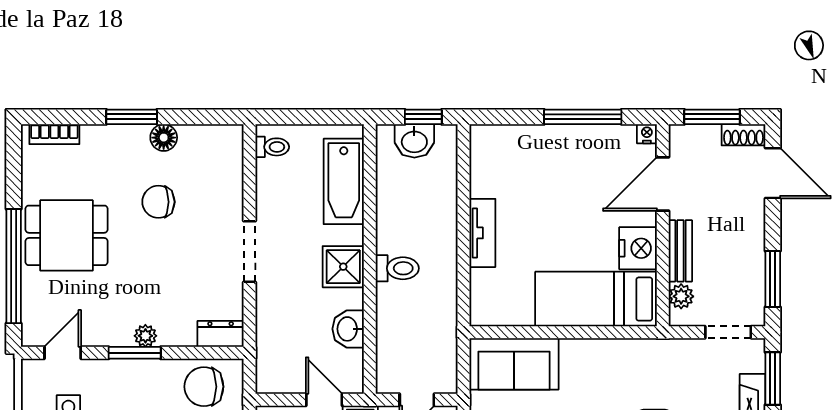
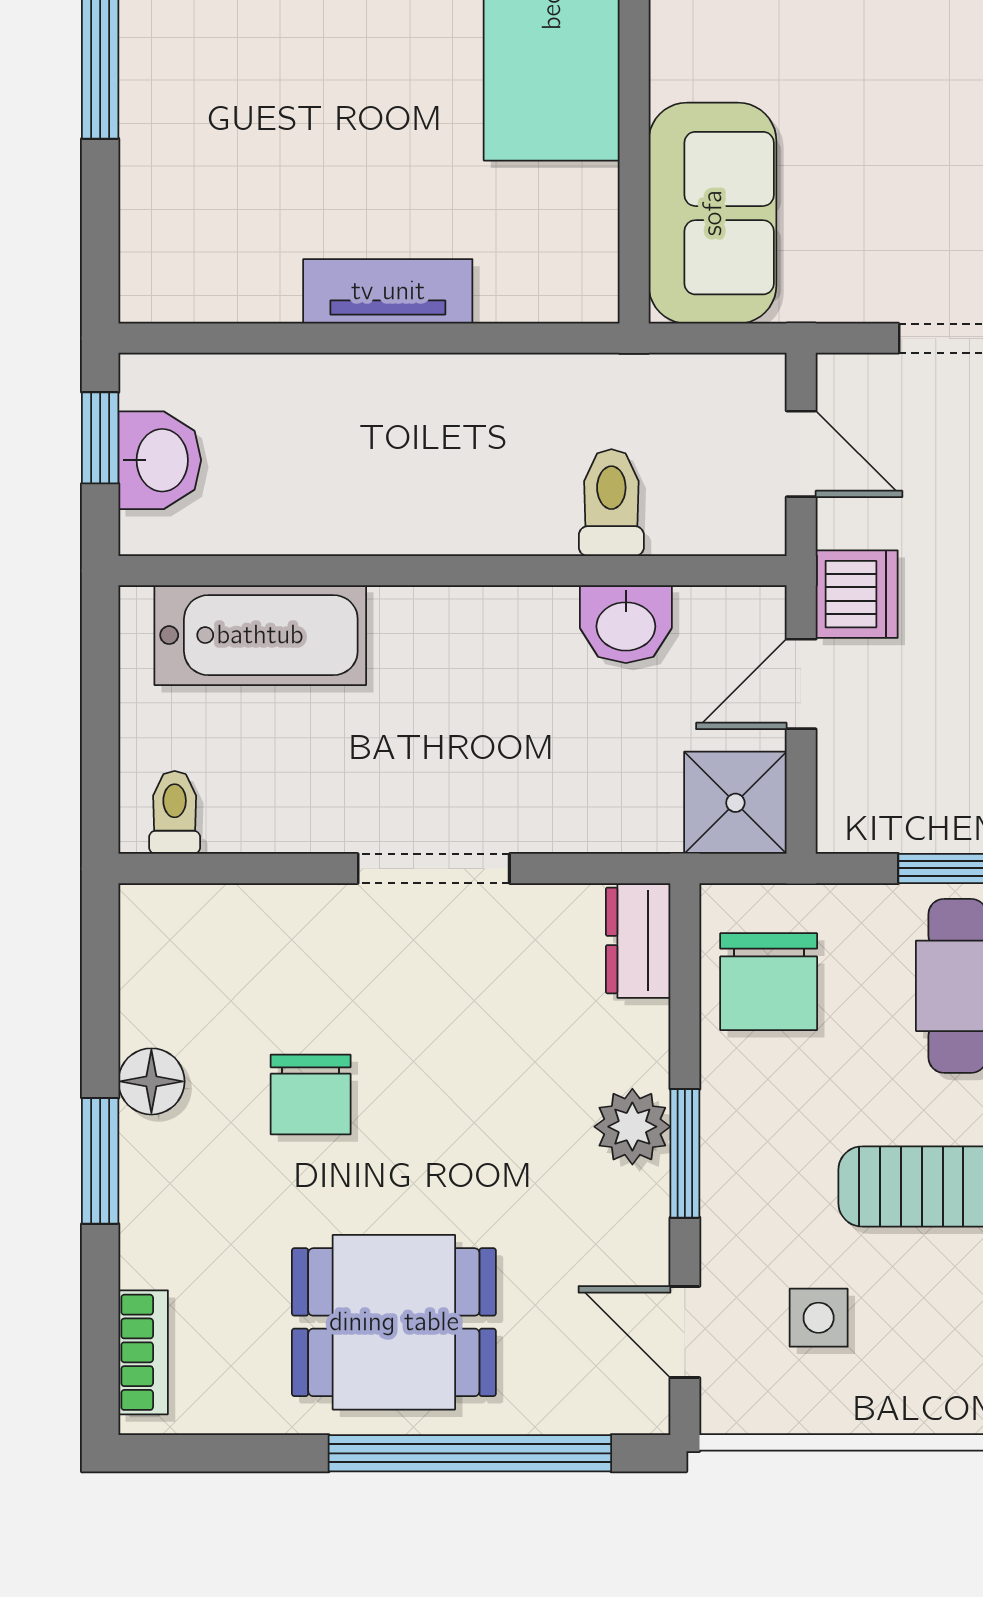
dining table: (67, 235) -> (394, 1322), turned 90
shower: (343, 267) -> (735, 803), moved
toilet: (397, 268) -> (611, 503), moved
plant: (145, 336) -> (632, 1127), width x1.38, depth x1.38

